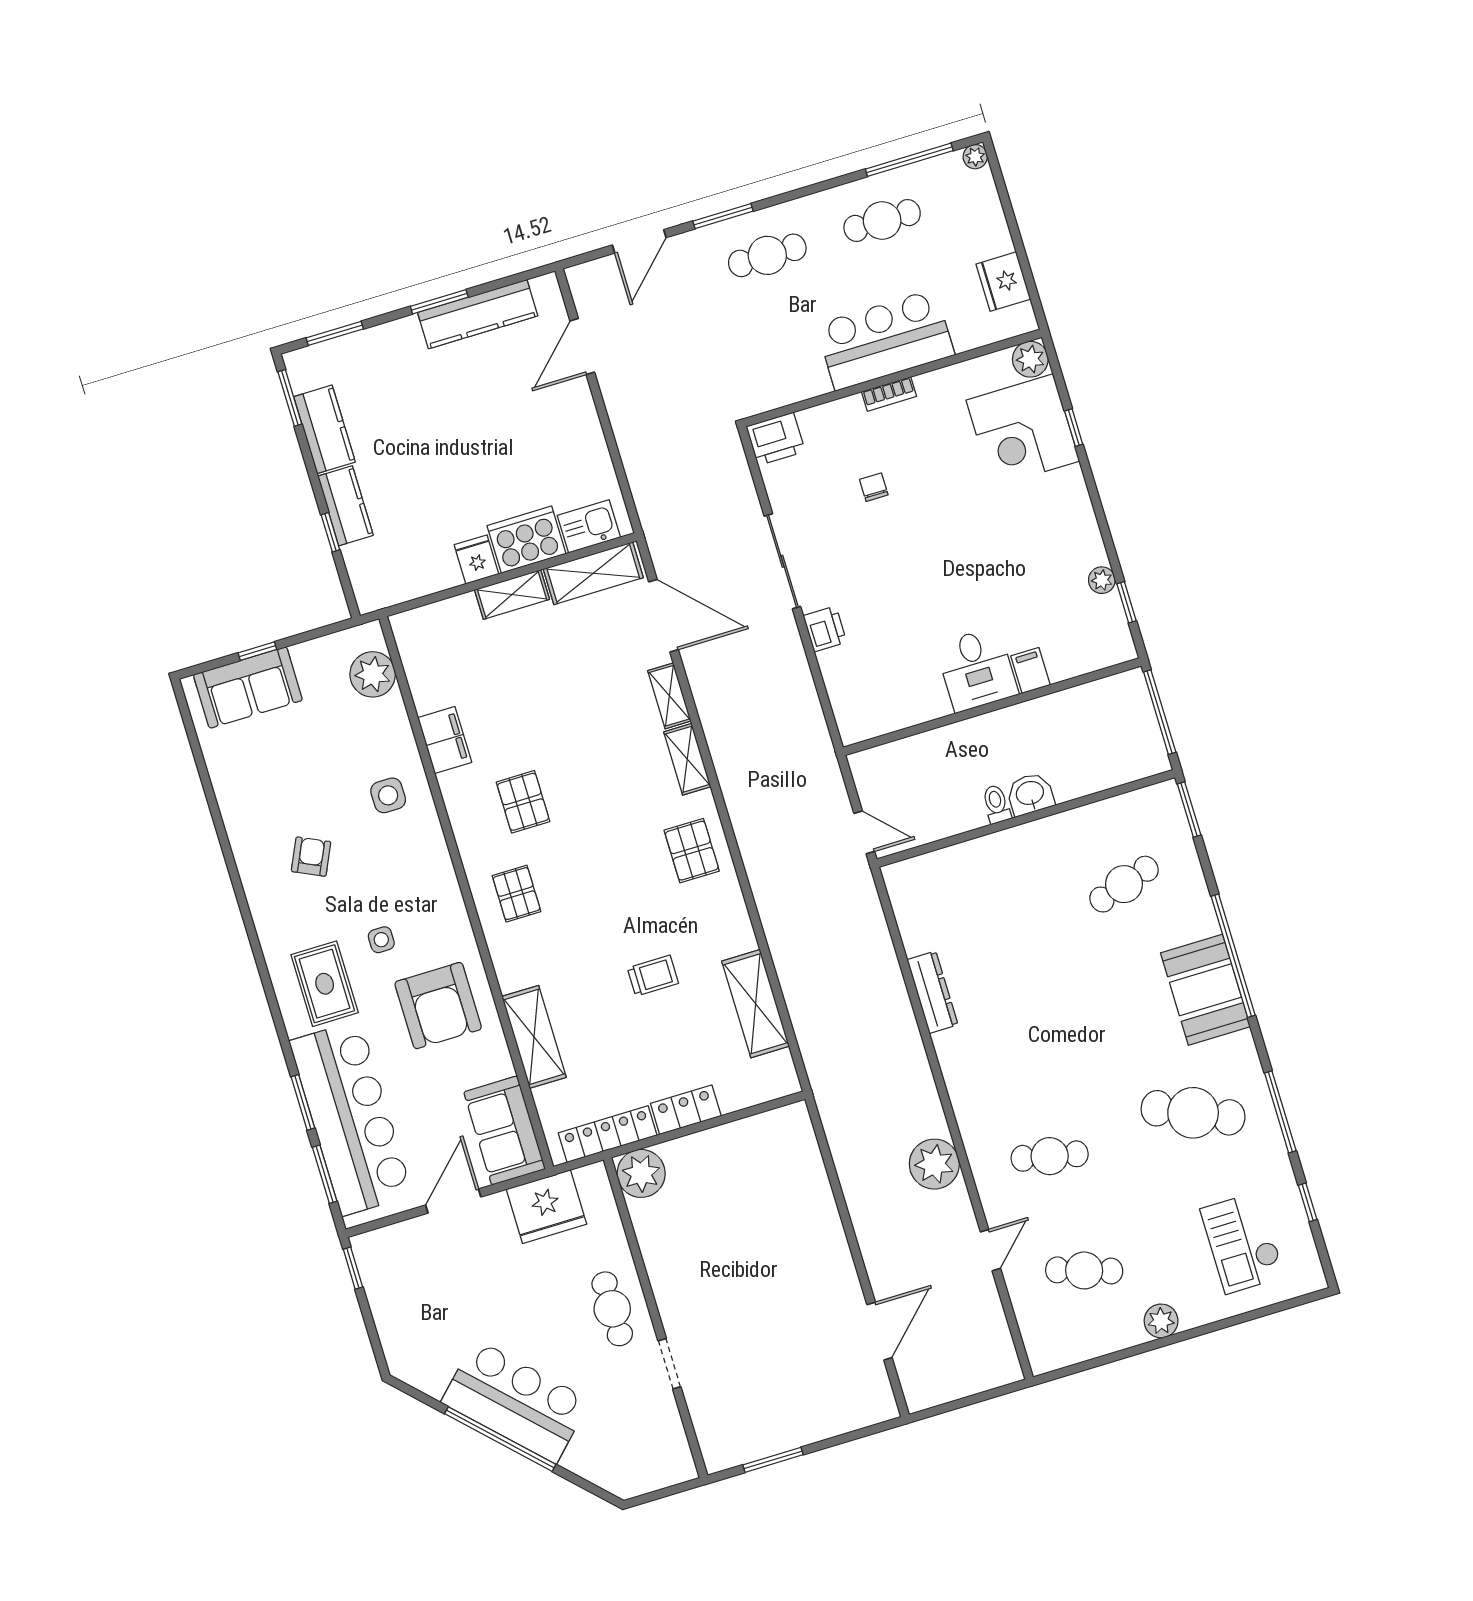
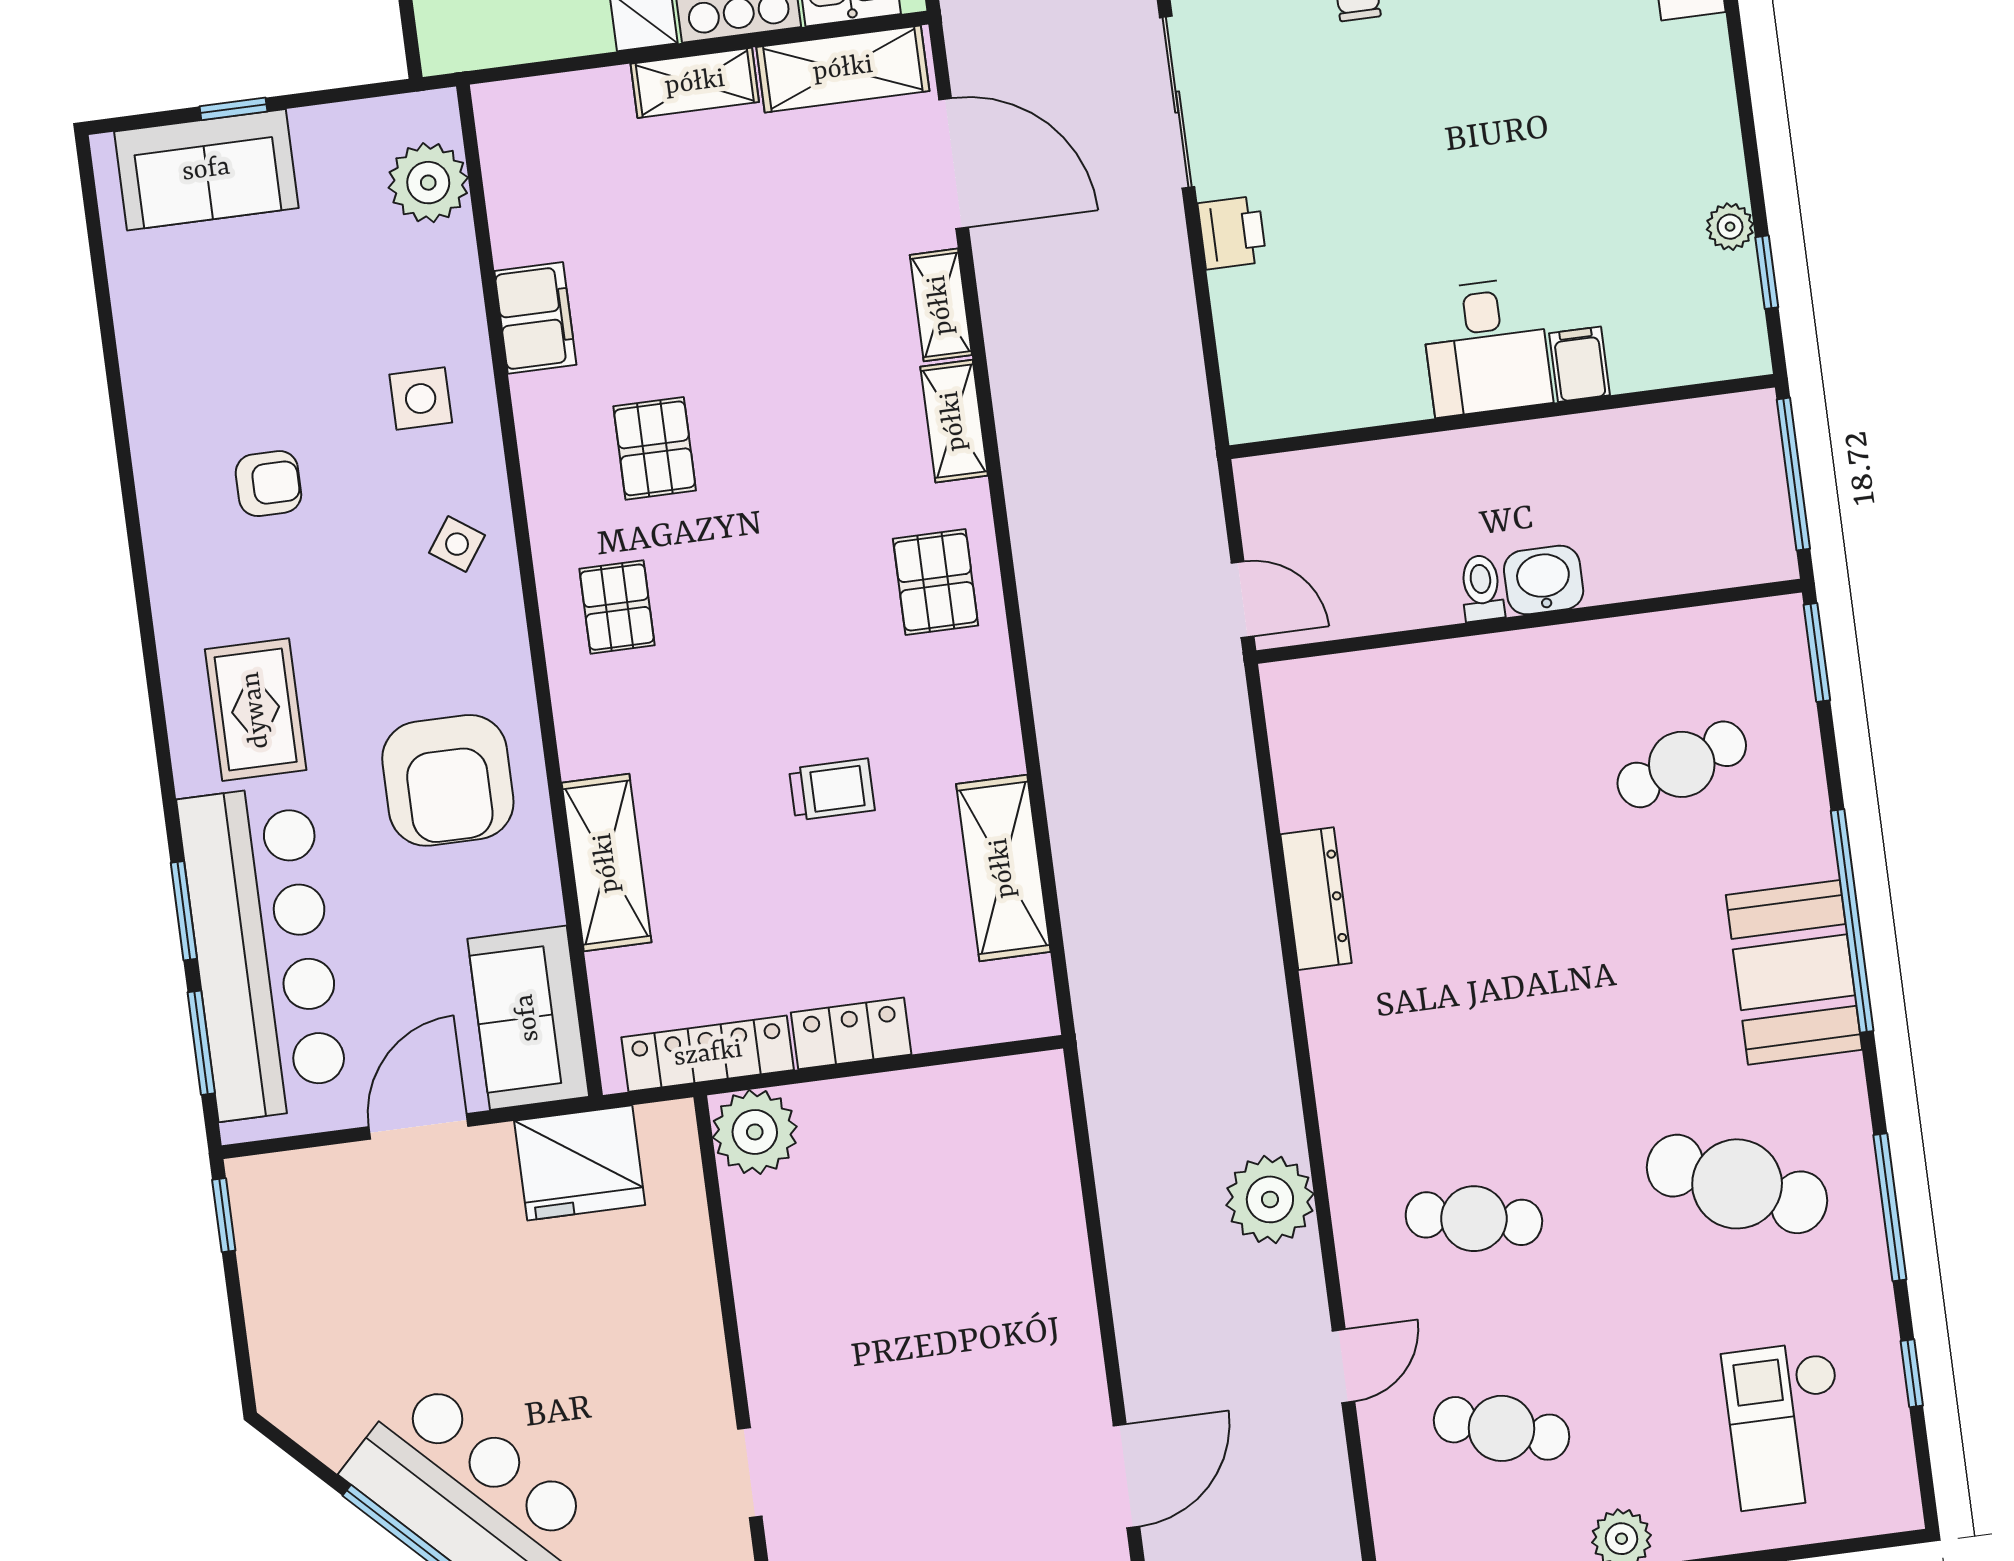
armchair: (311, 857) -> (268, 484), turned 65
side table: (381, 940) -> (457, 544), moved, turned 35
cafe table: (612, 1309) -> (665, 1360), removed

